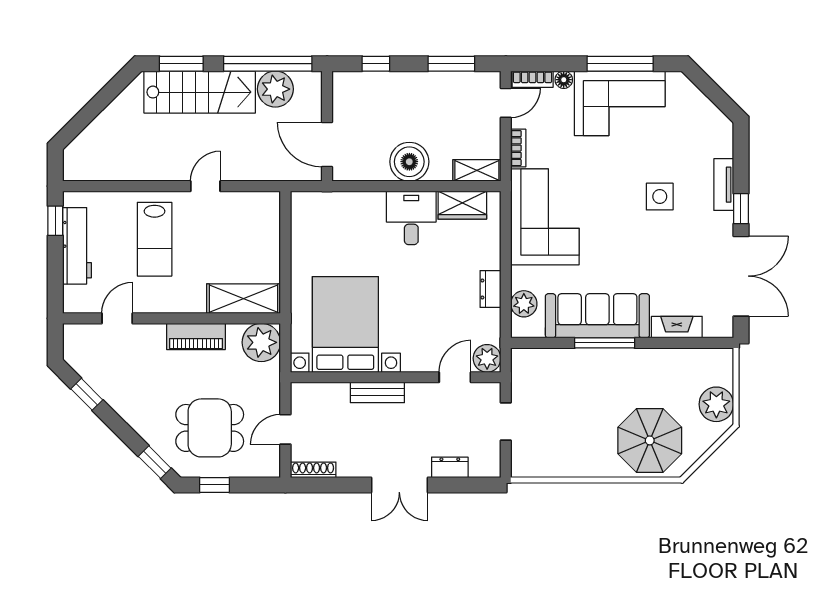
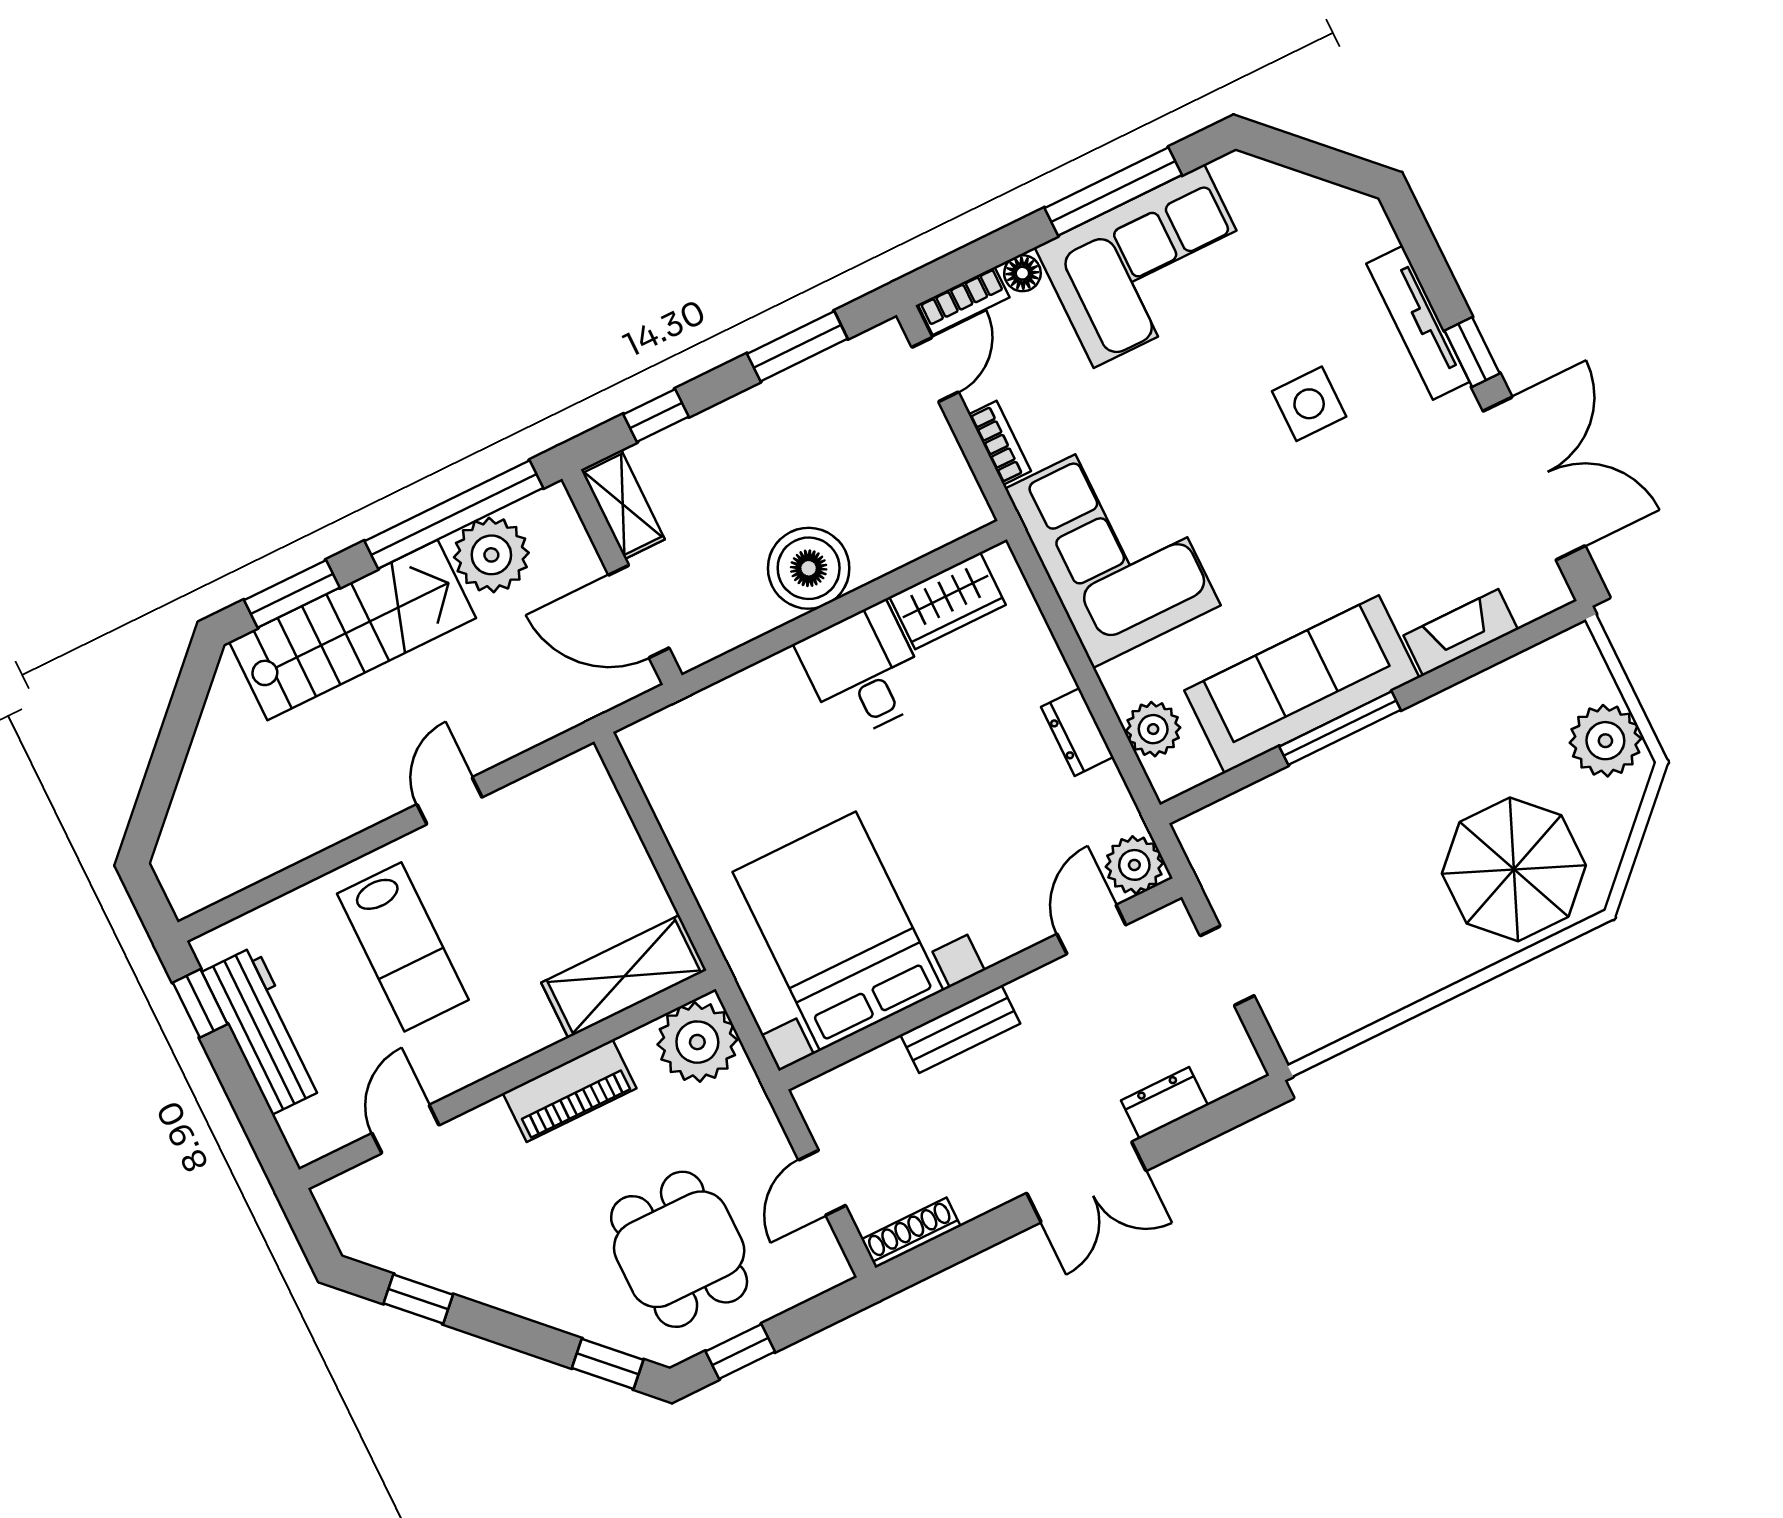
shelving: (477, 170) -> (623, 504), moved, turned 90
tv unit: (724, 185) -> (1418, 323), width x1.41
dining table: (210, 428) -> (679, 1249), turned 90

